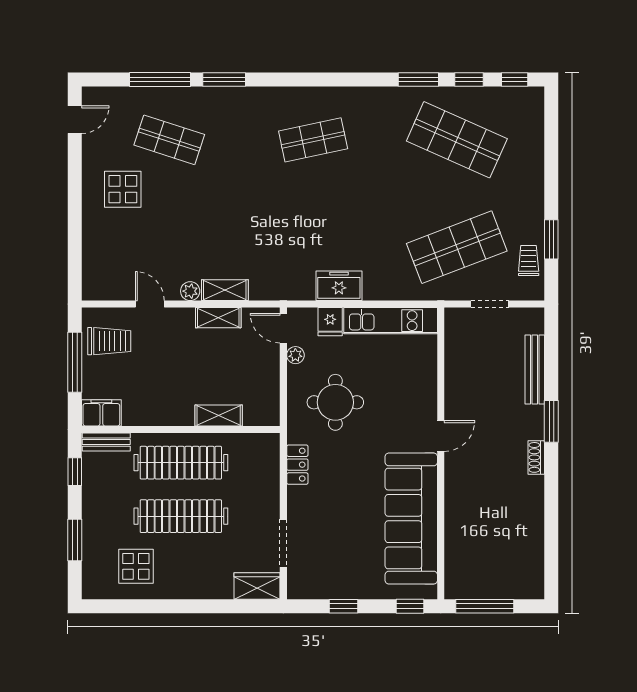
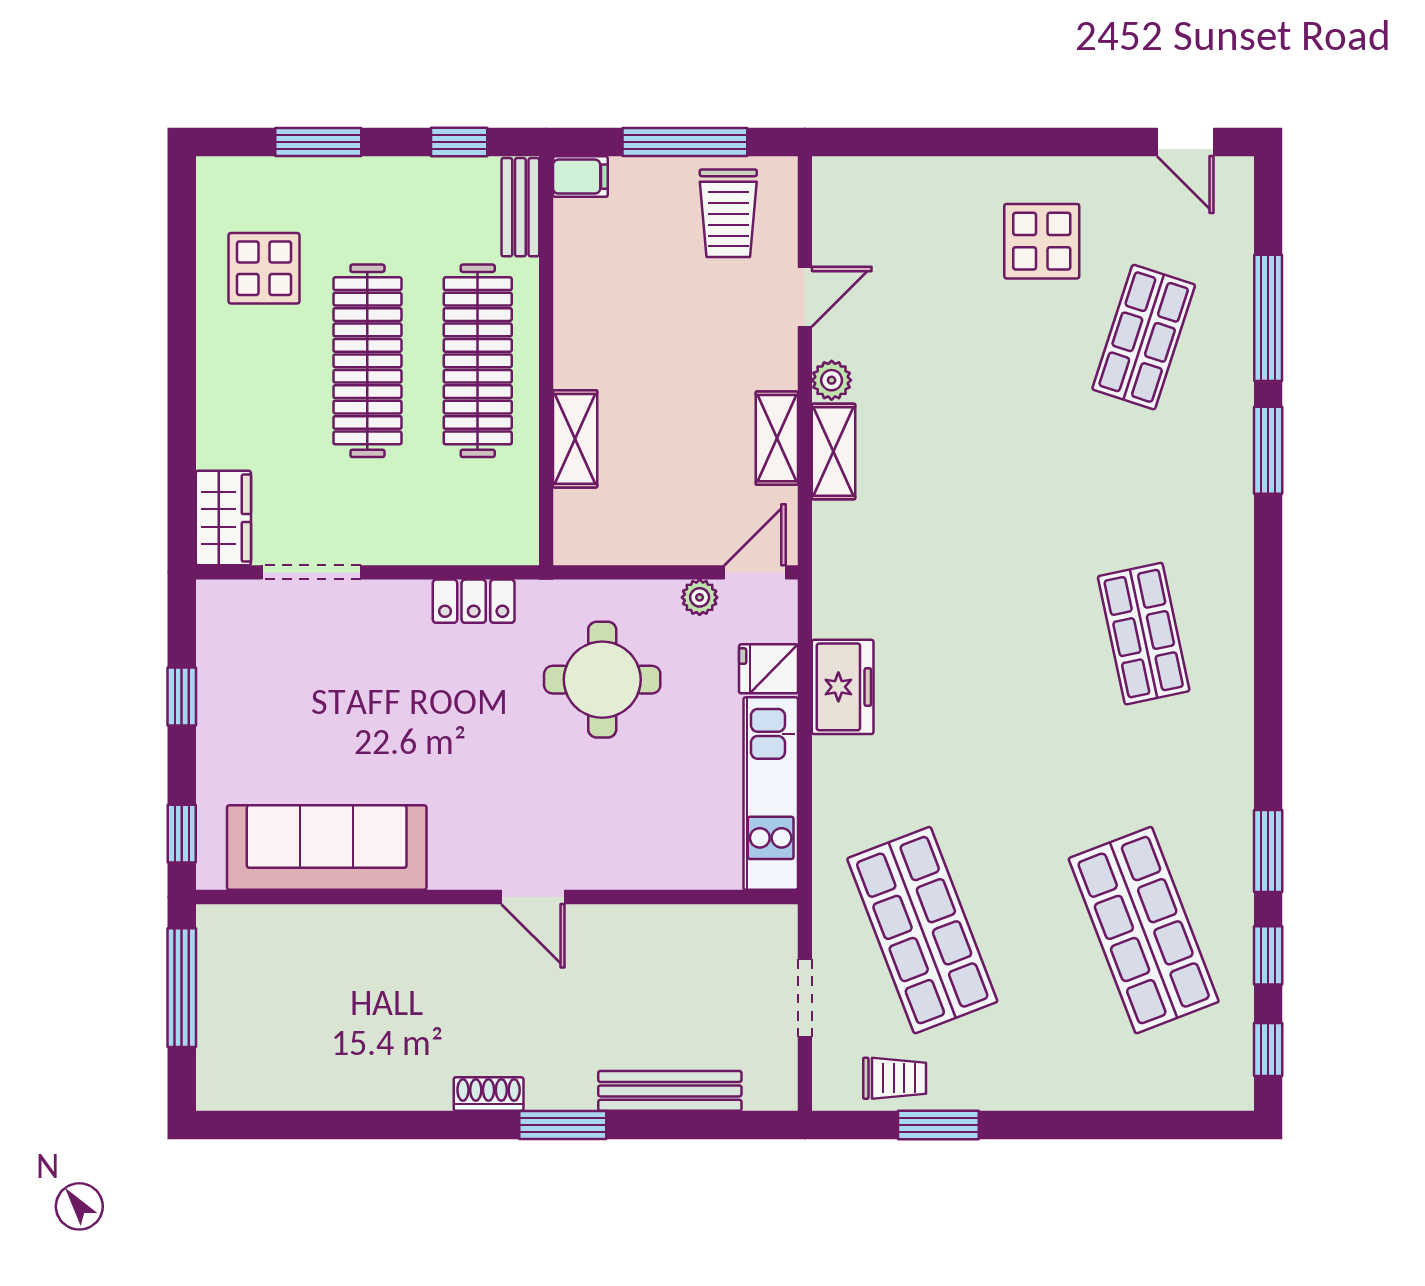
shop shelf: (457, 140) -> (1144, 930), turned -45
filing cabinet: (101, 413) -> (580, 177), width x0.50
sofa: (411, 519) -> (327, 848), width x0.74, depth x0.79

